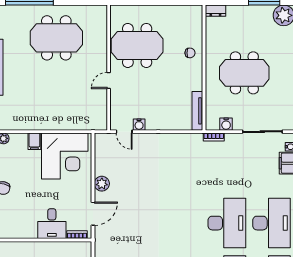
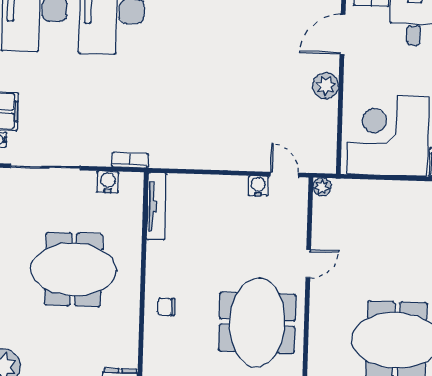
meeting table: (137, 45) -> (257, 323), turned 90
plant: (102, 125) -> (322, 187), added

